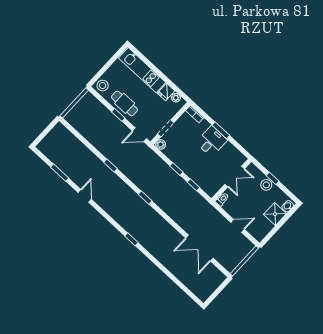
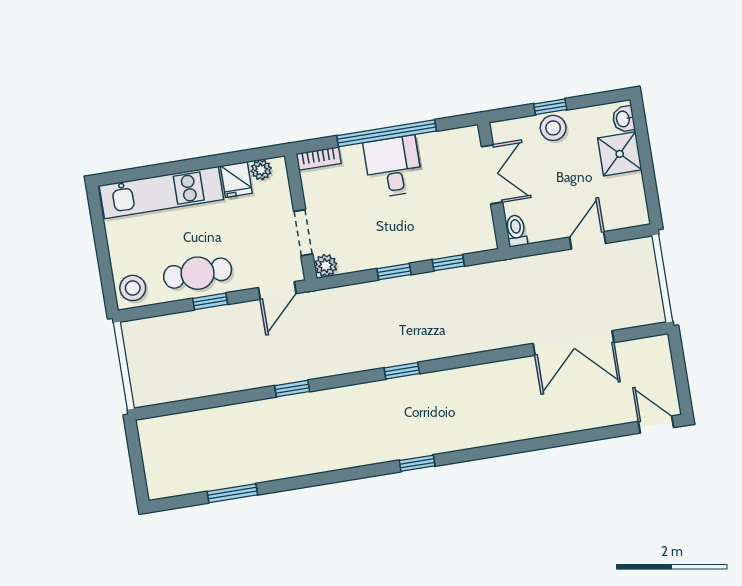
window: (221, 130) -> (387, 133), width x2.11
door: (85, 196) -> (656, 424), moved
window: (131, 239) -> (417, 463), moved

